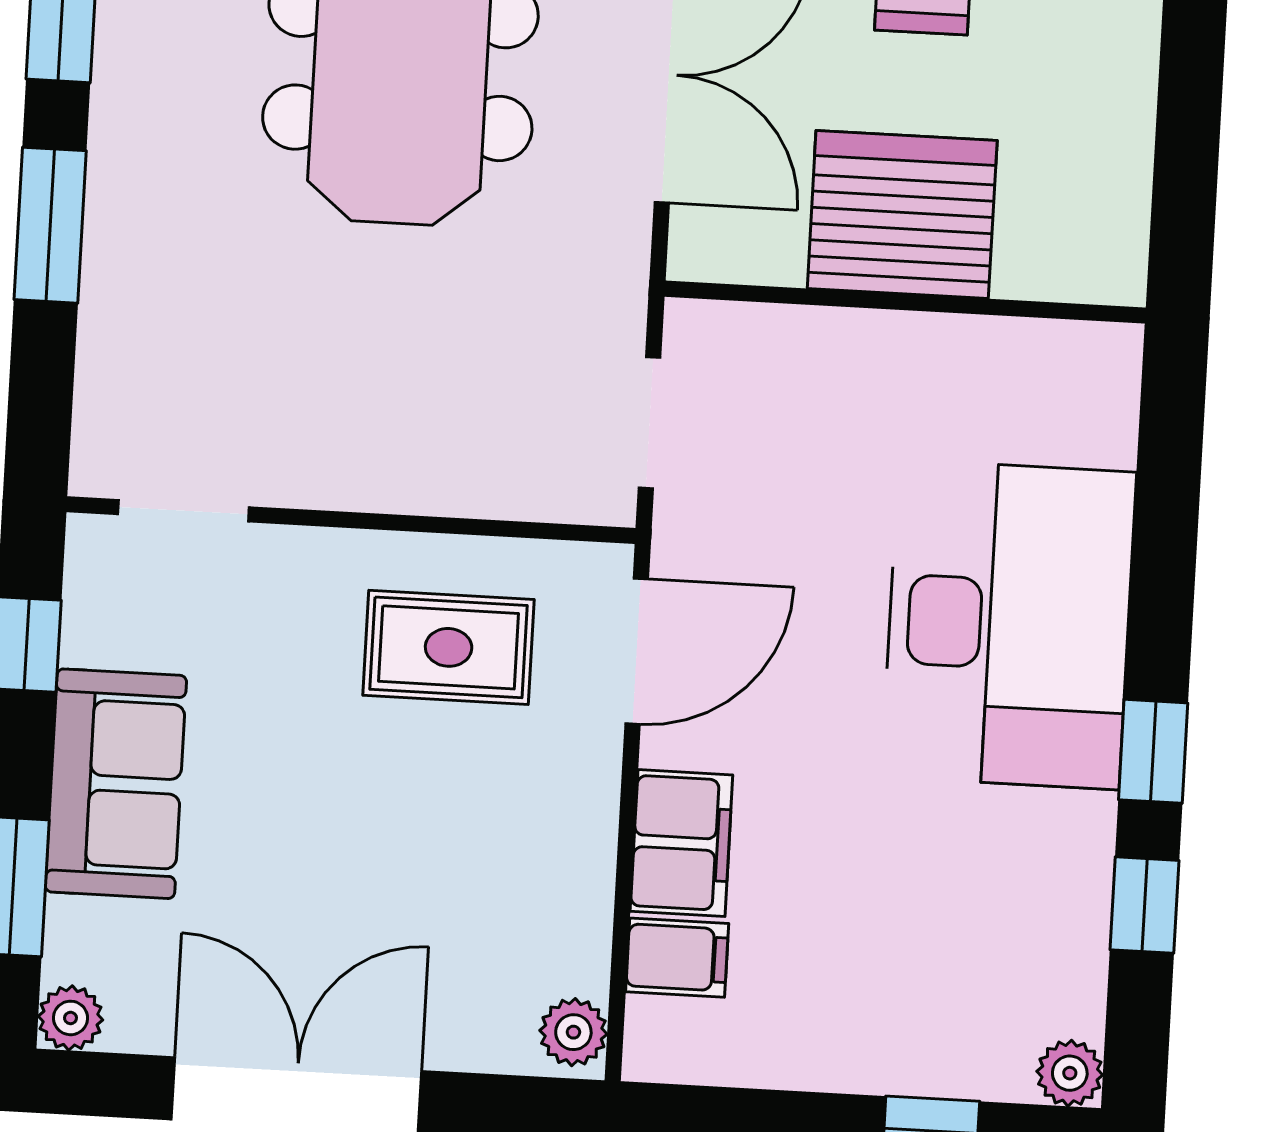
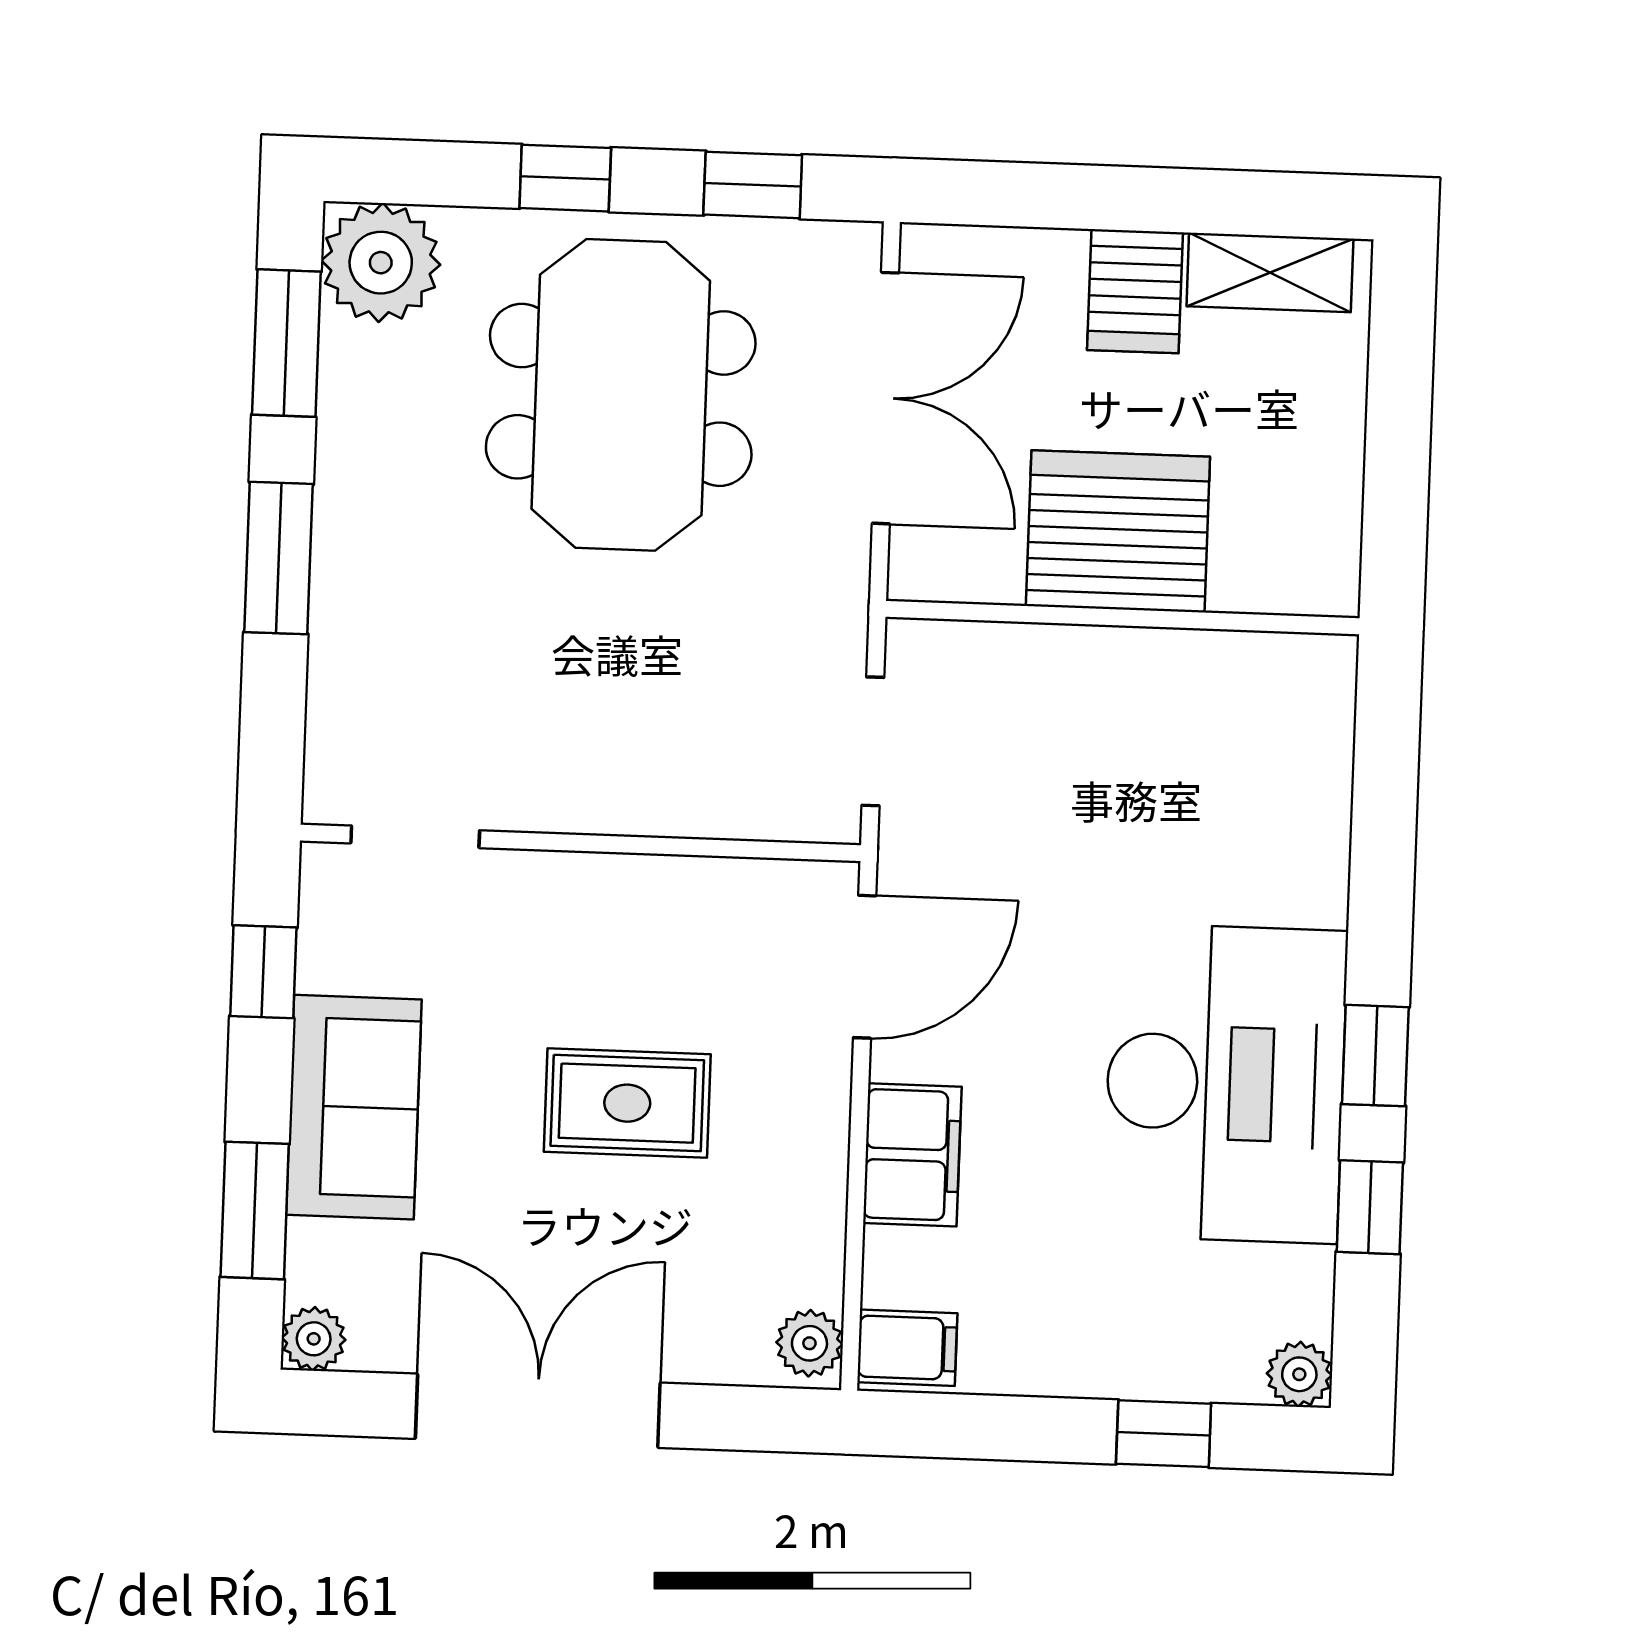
desk: (1009, 624) -> (1225, 1083), moved
rug: (449, 647) -> (627, 1103), moved
filing cabinet: (677, 958) -> (907, 1348), moved

